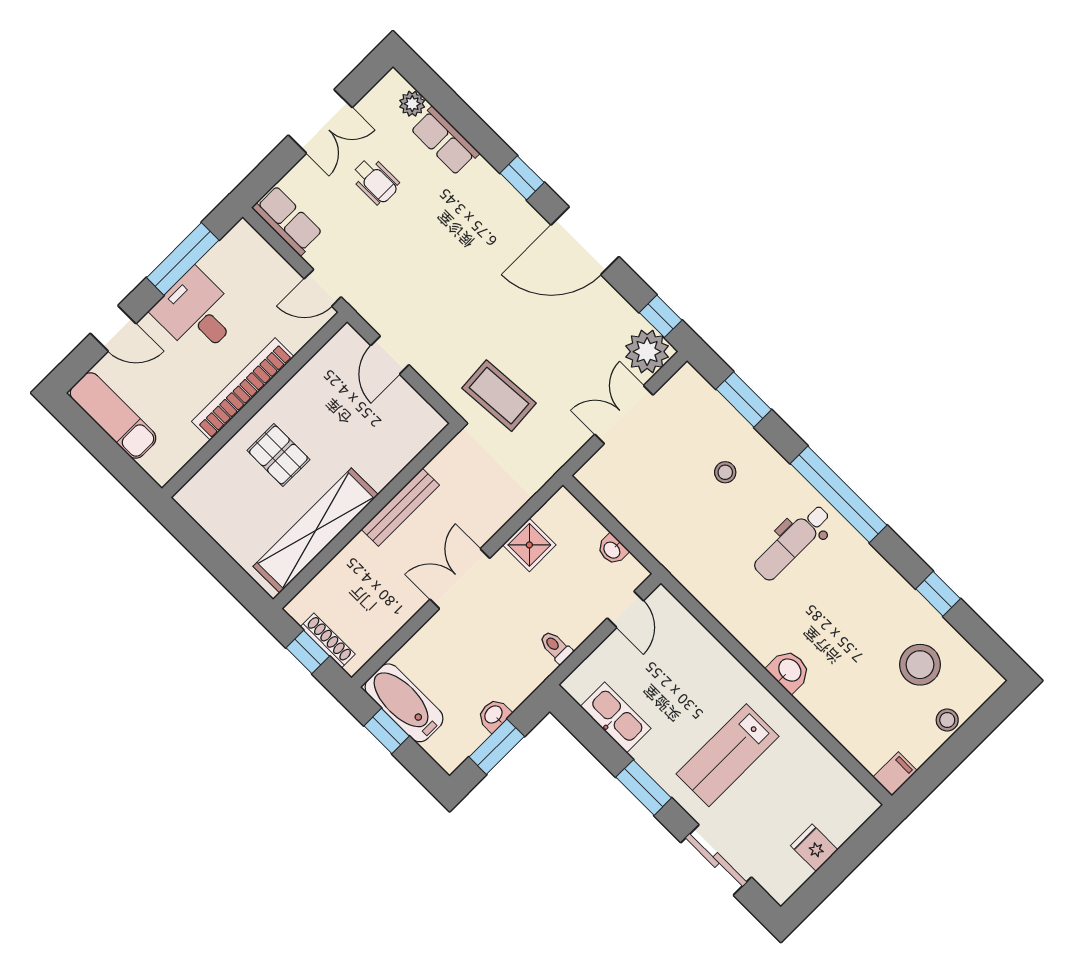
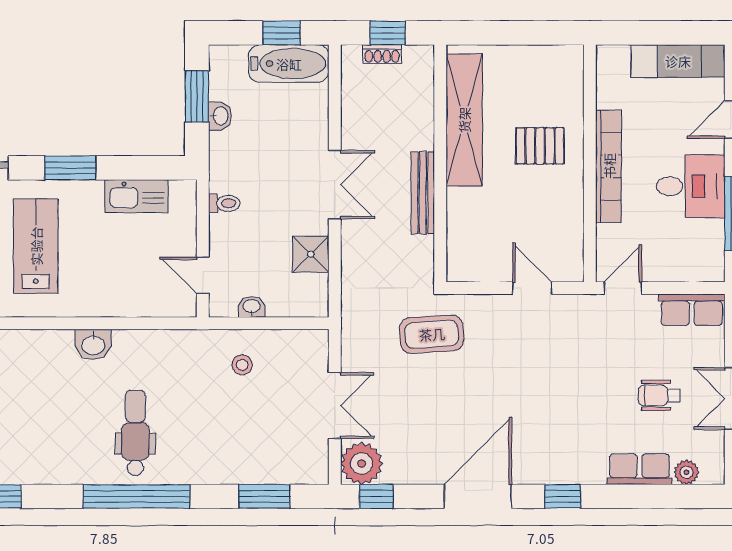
stool: (725, 472) -> (242, 365), moved
shoe rack: (328, 640) -> (382, 54), width x0.70
washbasin: (789, 671) -> (93, 344), moved

